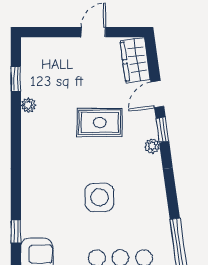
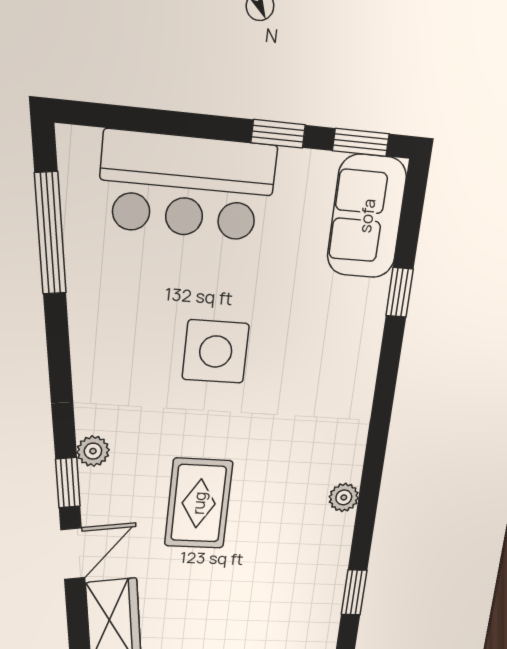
plant: (28, 105) -> (344, 497), moved
rug: (100, 122) -> (199, 503), turned 90

